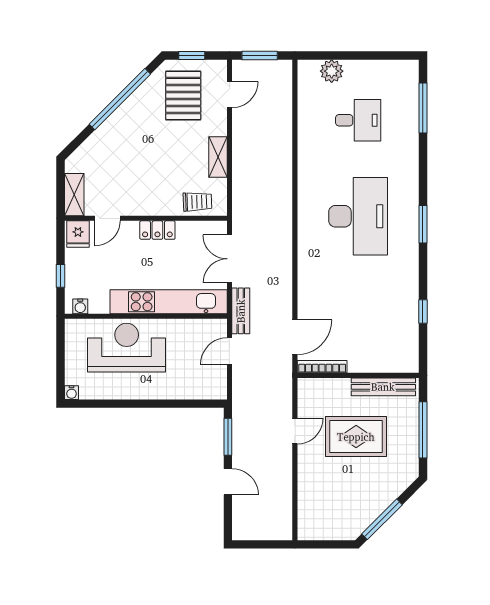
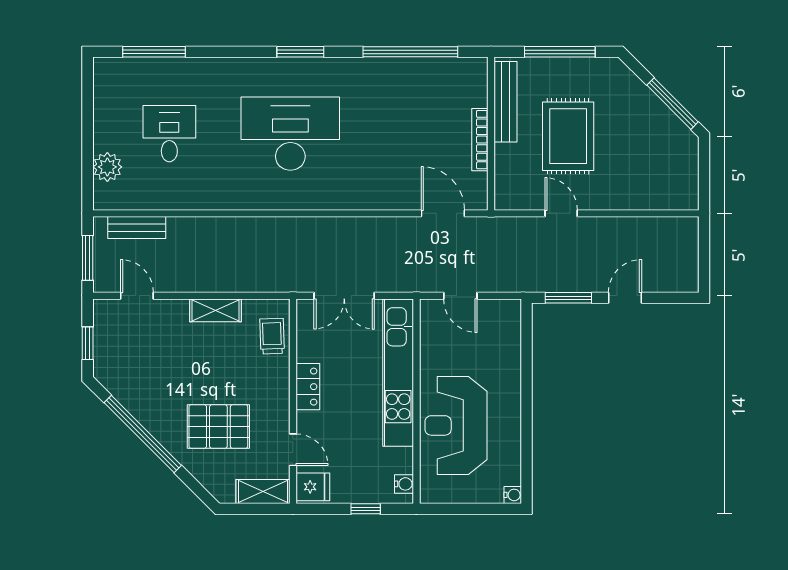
pallet: (183, 95) -> (218, 427), moved
bench: (241, 311) -> (137, 228), moved
window: (423, 311) -> (410, 52), width x3.17
bookcase: (322, 367) -> (480, 140), moved

